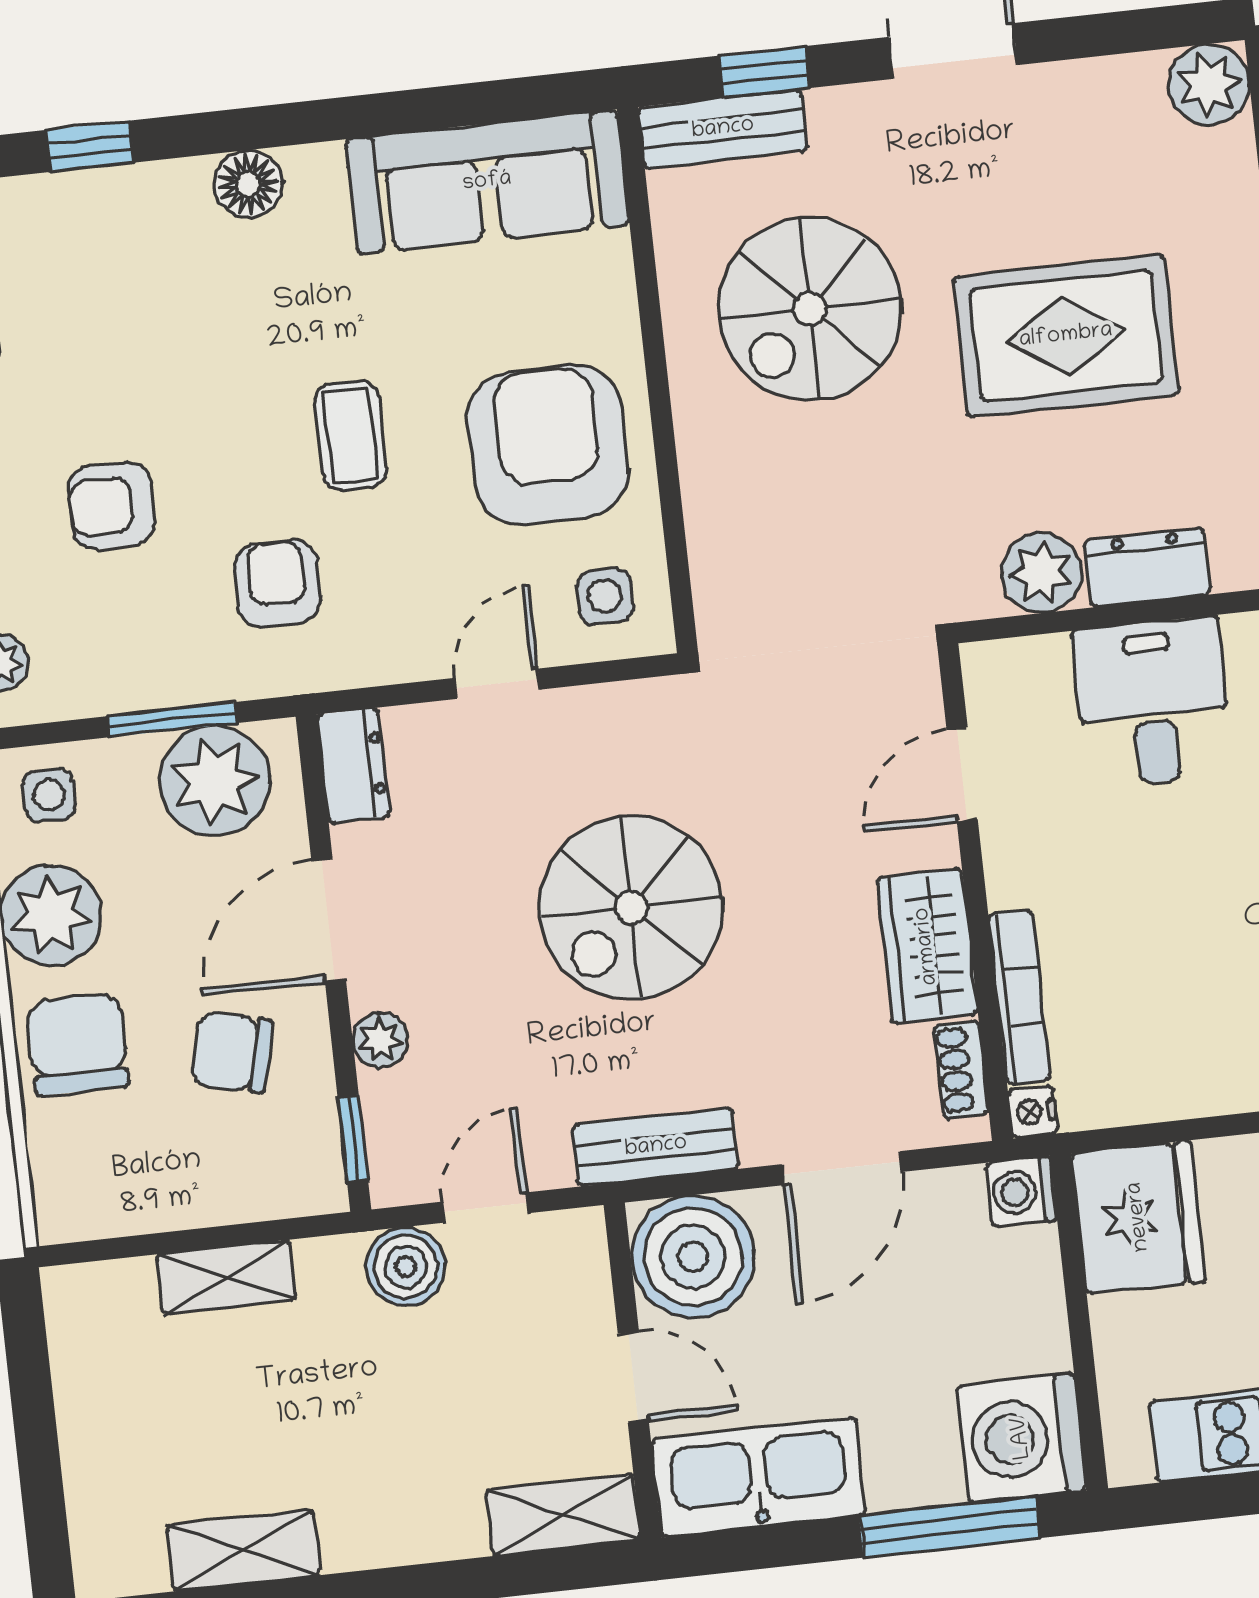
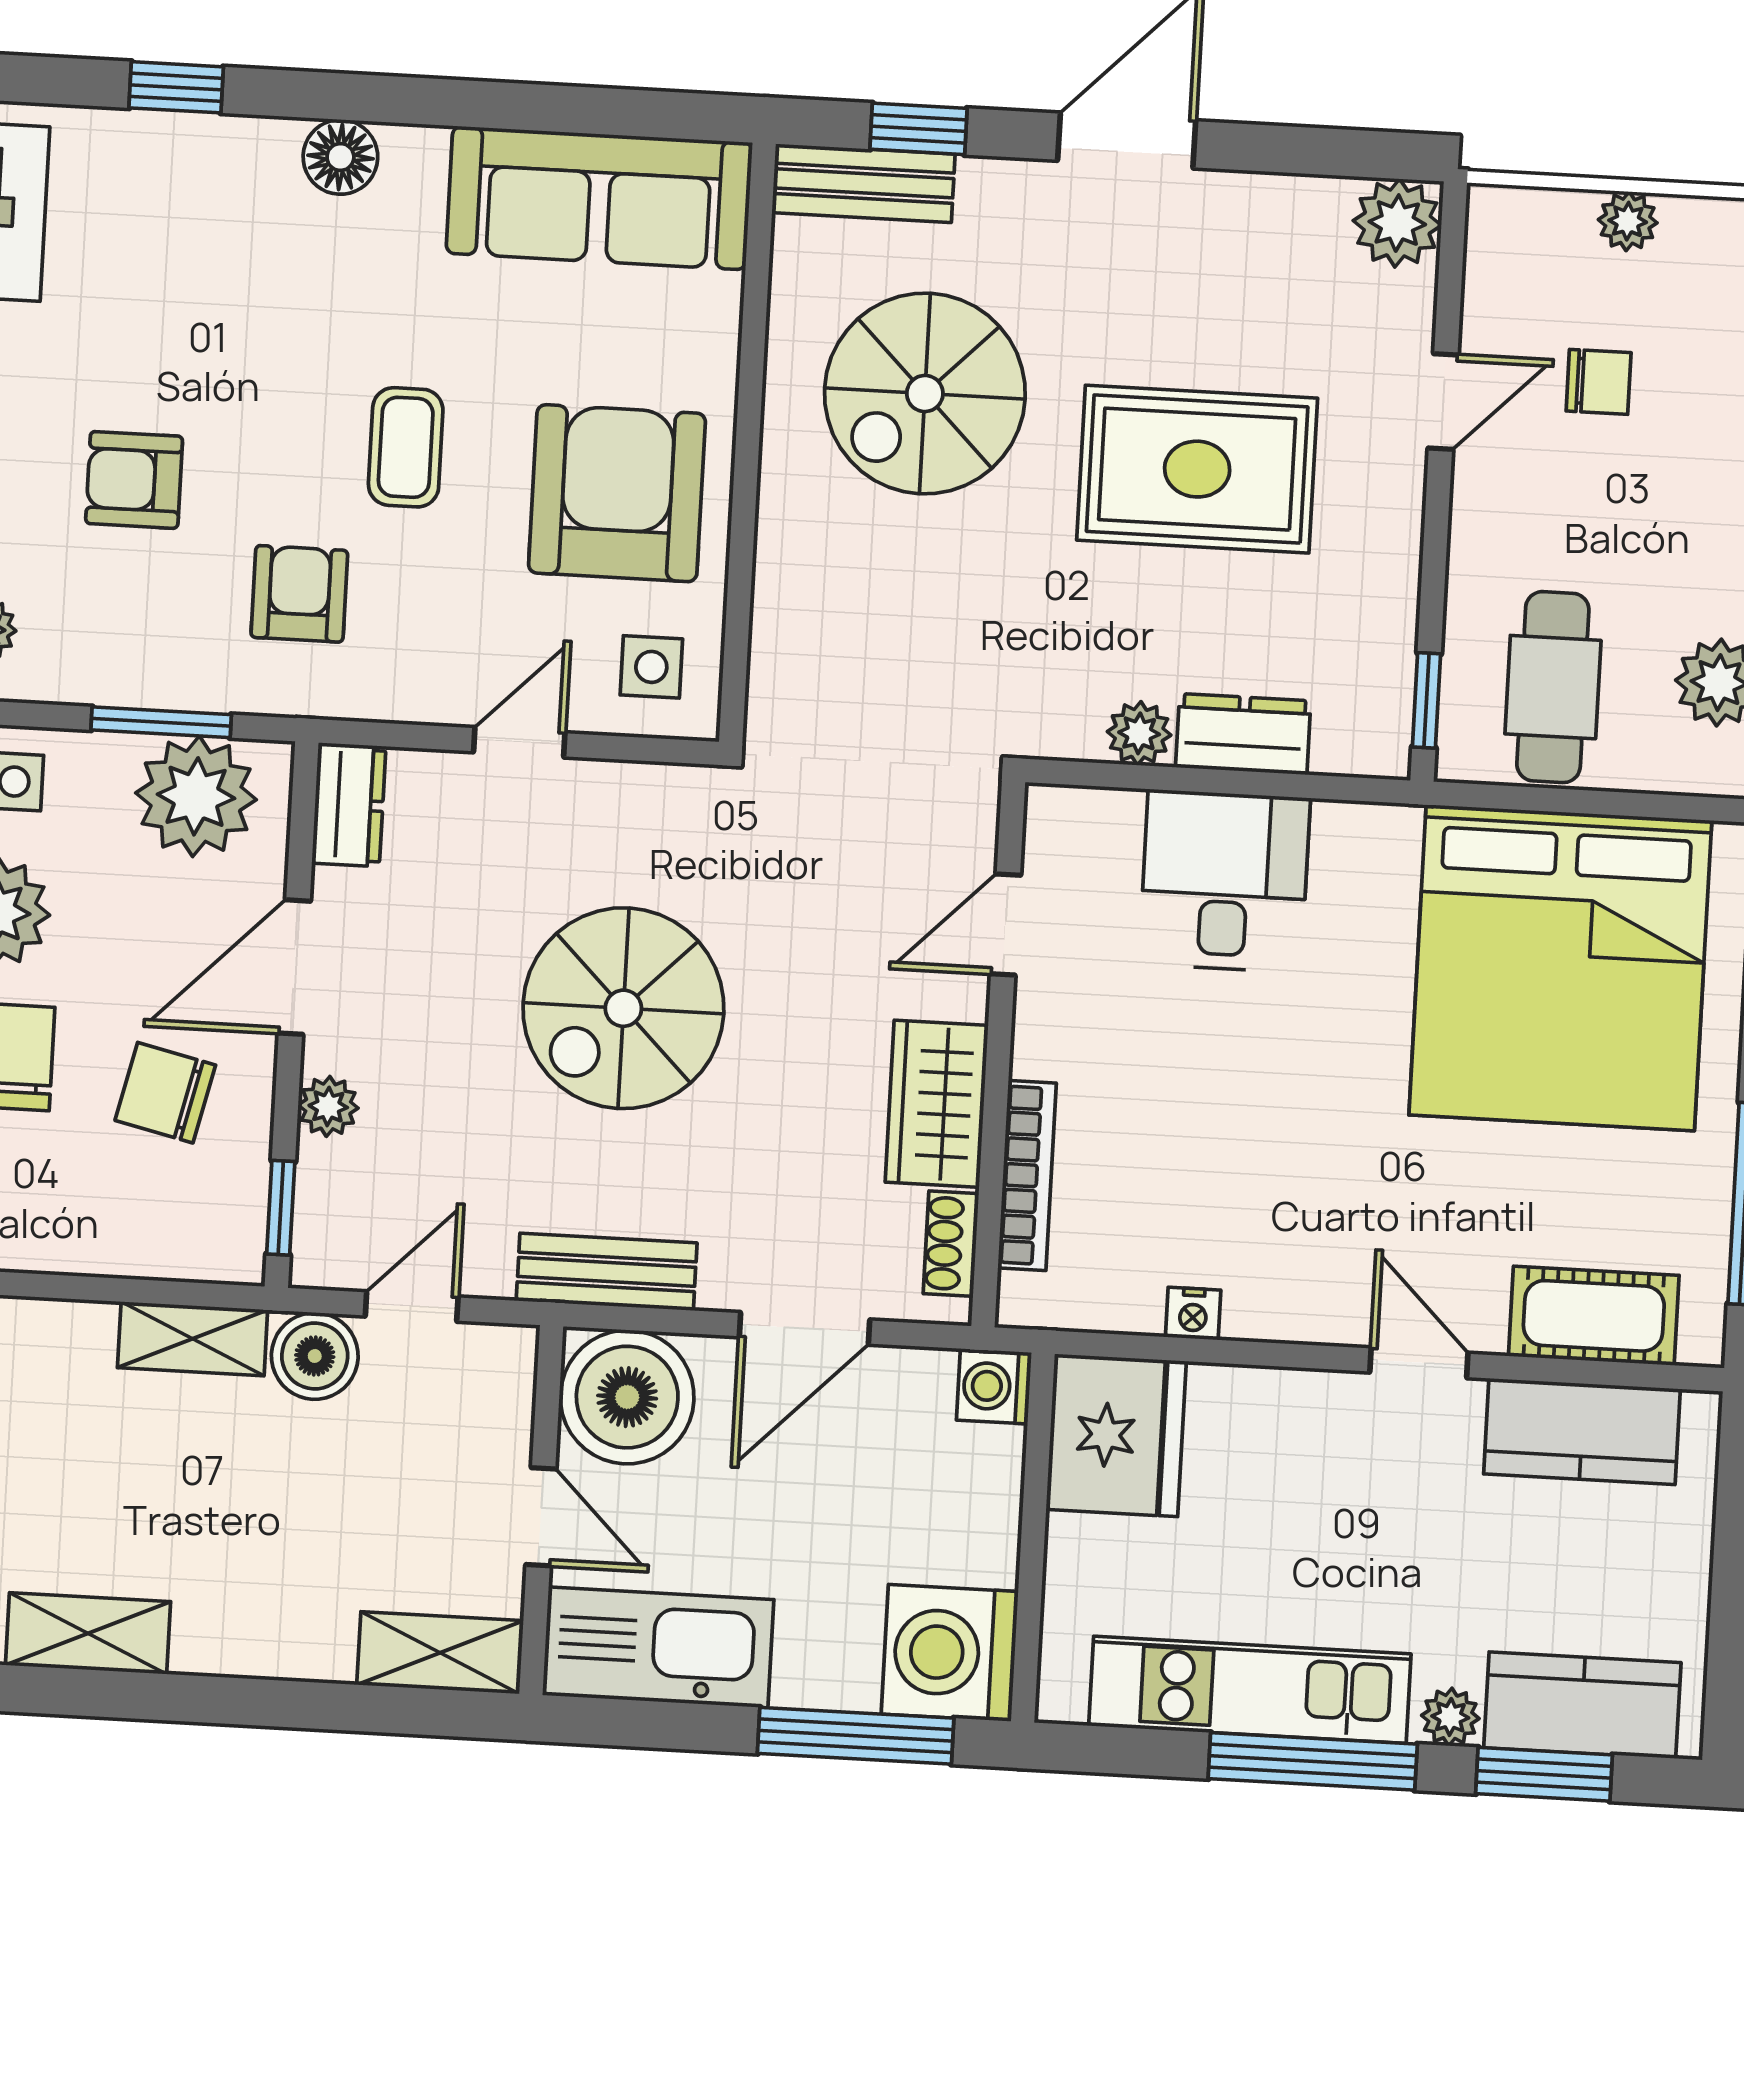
plant: (1042, 573) -> (1139, 733), width x0.73, depth x0.73
nightstand: (1033, 1112) -> (1193, 1314), moved, turned -90
shelving: (226, 1277) -> (193, 1339), moved

